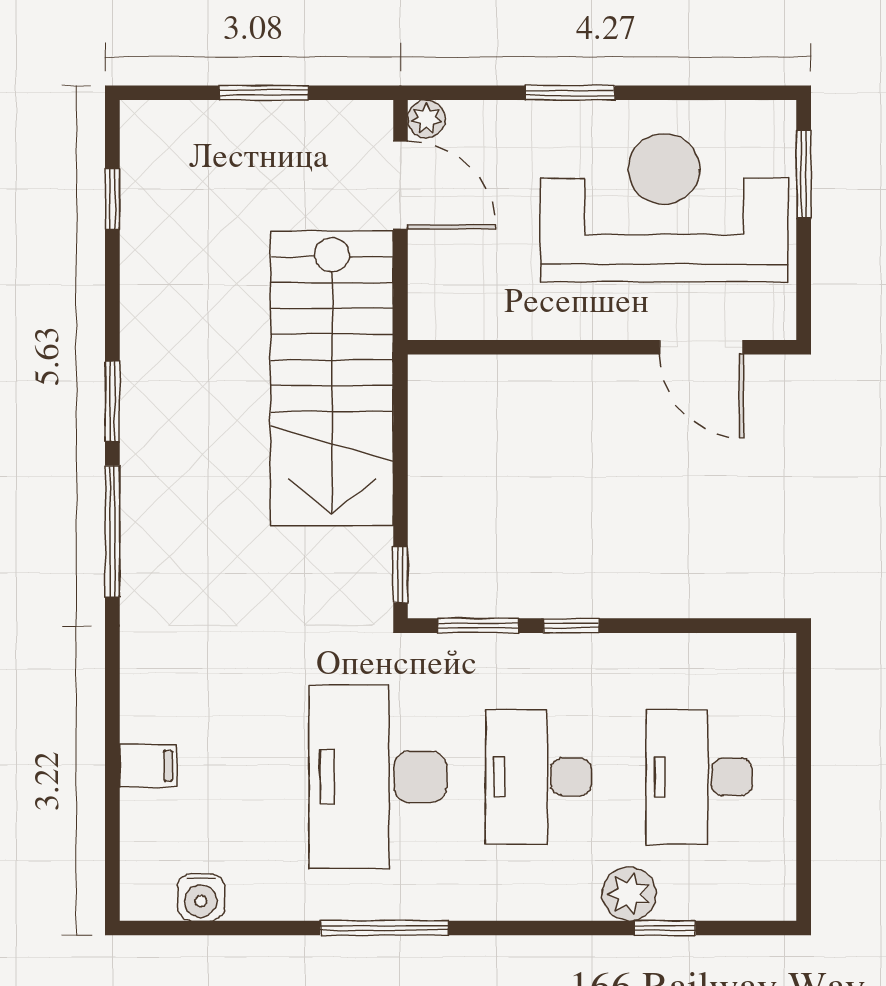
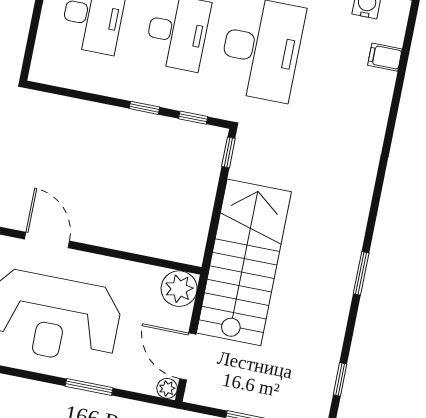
plant: (441, 306) -> (179, 289), added
window: (112, 532) -> (375, 205), removed
window: (478, 626) -> (193, 118), width x0.67
filing cabinet: (148, 766) -> (385, 57), moved

